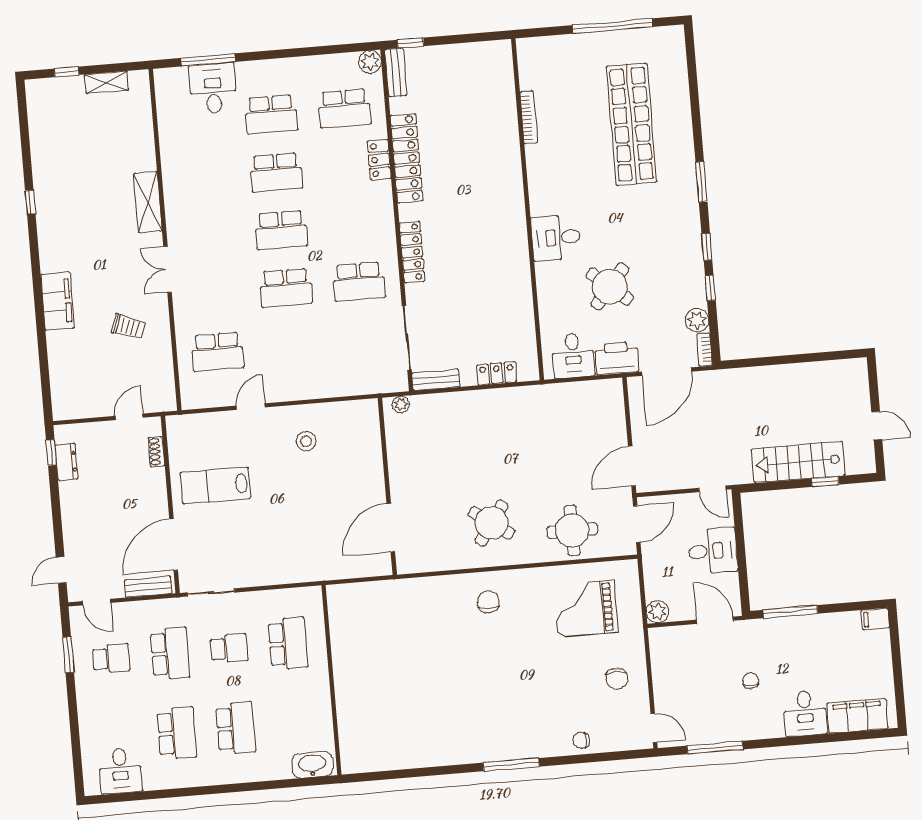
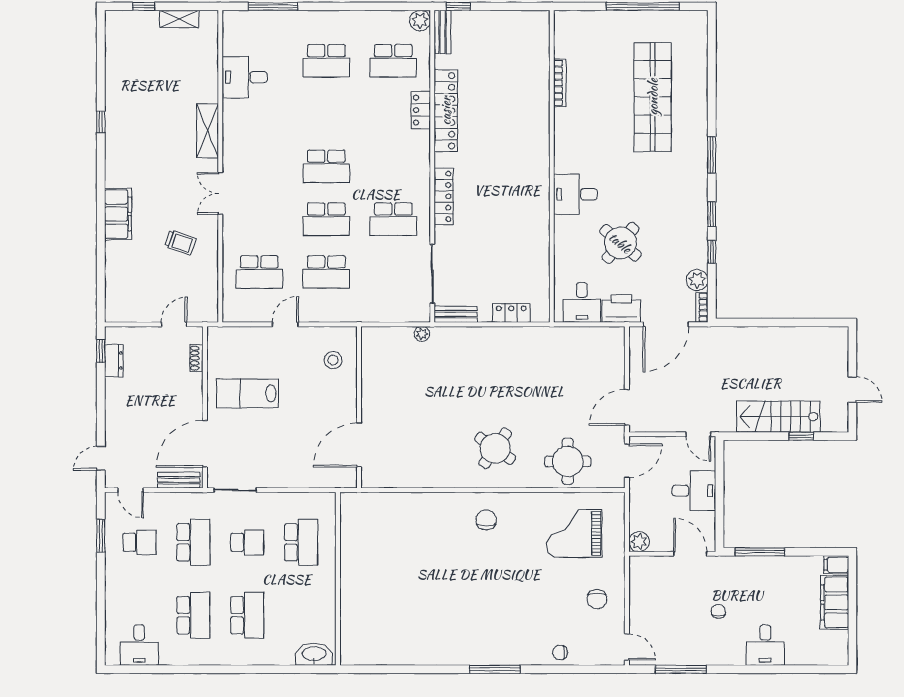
desk: (213, 88) -> (245, 77), moved, turned -90
school desk: (276, 172) -> (326, 272), moved
wall: (387, 486) -> (359, 407), moved
door: (391, 528) -> (359, 445), moved
filing cabinet: (857, 716) -> (835, 602), moved, turned -90

